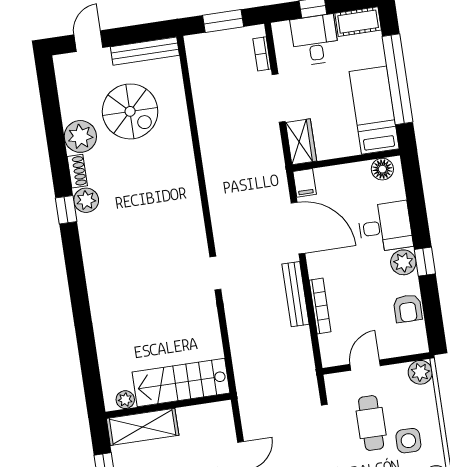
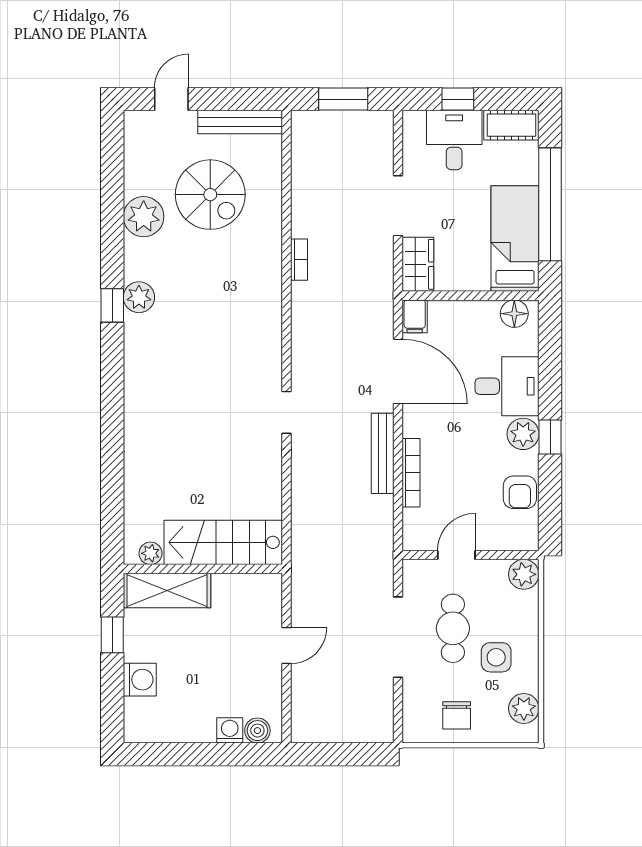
bookcase: (262, 54) -> (299, 260), moved, turned 180
shoe rack: (77, 171) -> (133, 259), removed

